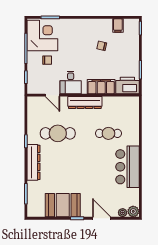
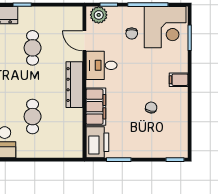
filing cabinet: (118, 25) -> (179, 80), moved
plant: (33, 85) -> (99, 15), added
door: (53, 95) -> (84, 41), hinge flipped
cafe table: (58, 133) -> (33, 48), width x0.73, depth x0.74

